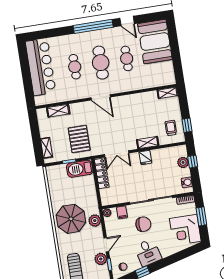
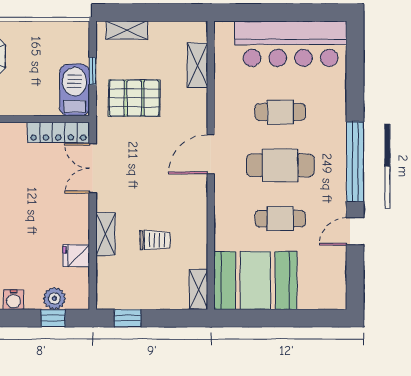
booth: (155, 42) -> (255, 281), moved
trolley: (171, 128) -> (155, 240), moved
fridge: (145, 158) -> (76, 256), moved

